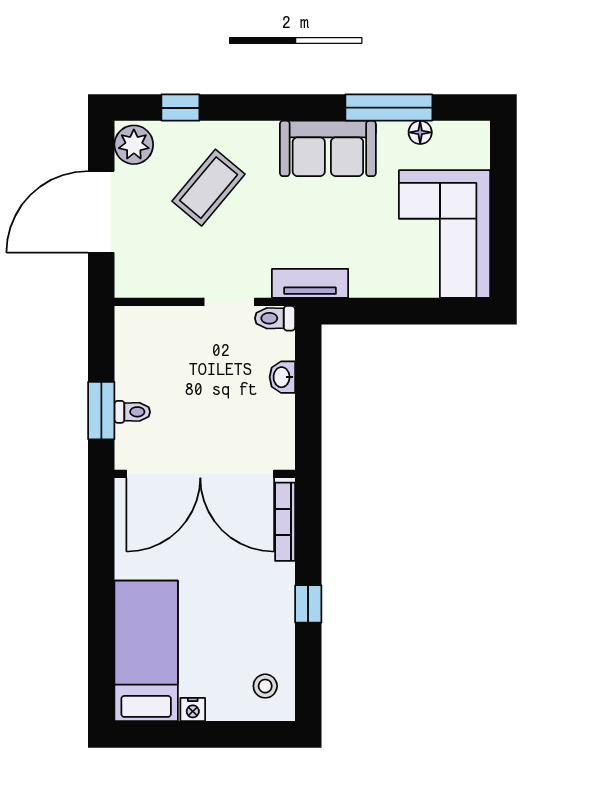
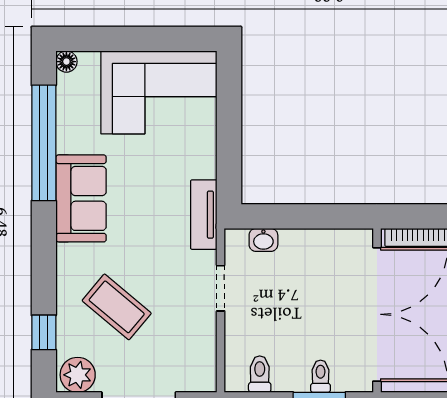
window: (389, 108) -> (44, 143), width x1.46
floor lamp: (420, 132) -> (66, 62), moved
toilet: (275, 318) -> (260, 374), moved, turned 180
washbasin: (282, 377) -> (263, 240), moved

